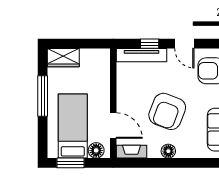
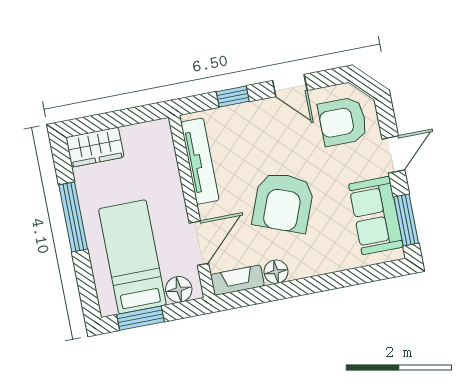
tv unit: (141, 55) -> (200, 161), moved, turned -90
door: (113, 126) -> (199, 243), hinge flipped
floor lamp: (168, 151) -> (276, 272), moved

